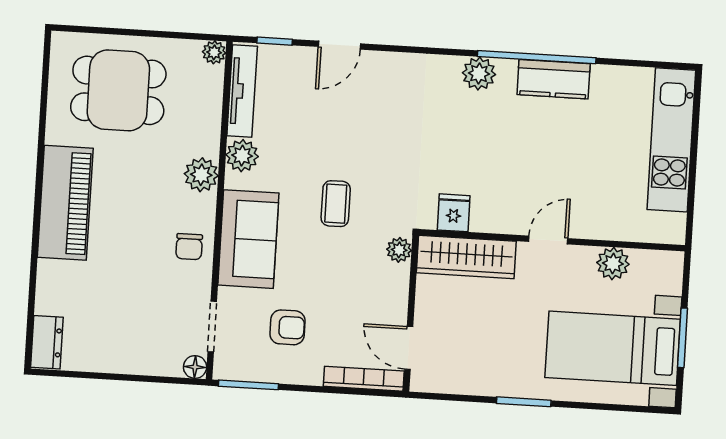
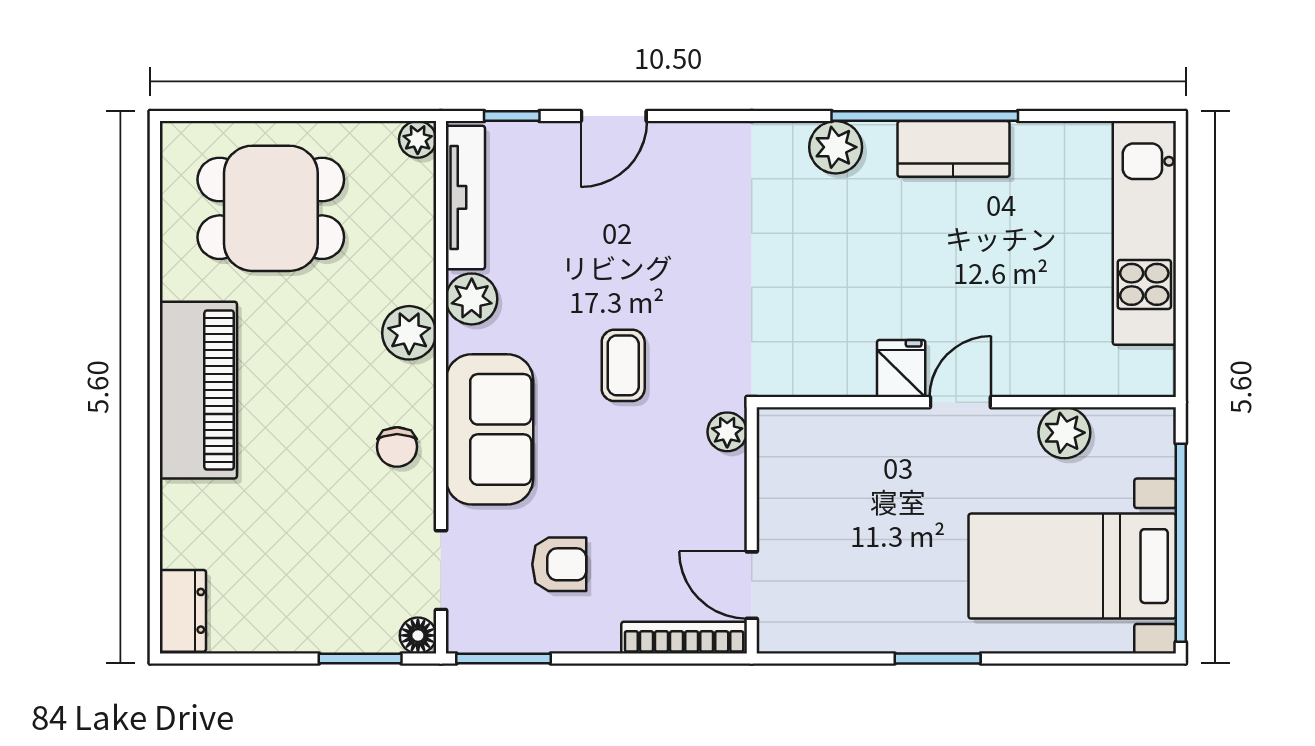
fridge: (454, 213) -> (901, 368), moved
wardrobe: (466, 257) -> (833, 437), removed
window: (682, 338) -> (1181, 543), width x2.11
window: (157, 379) -> (360, 659), added

